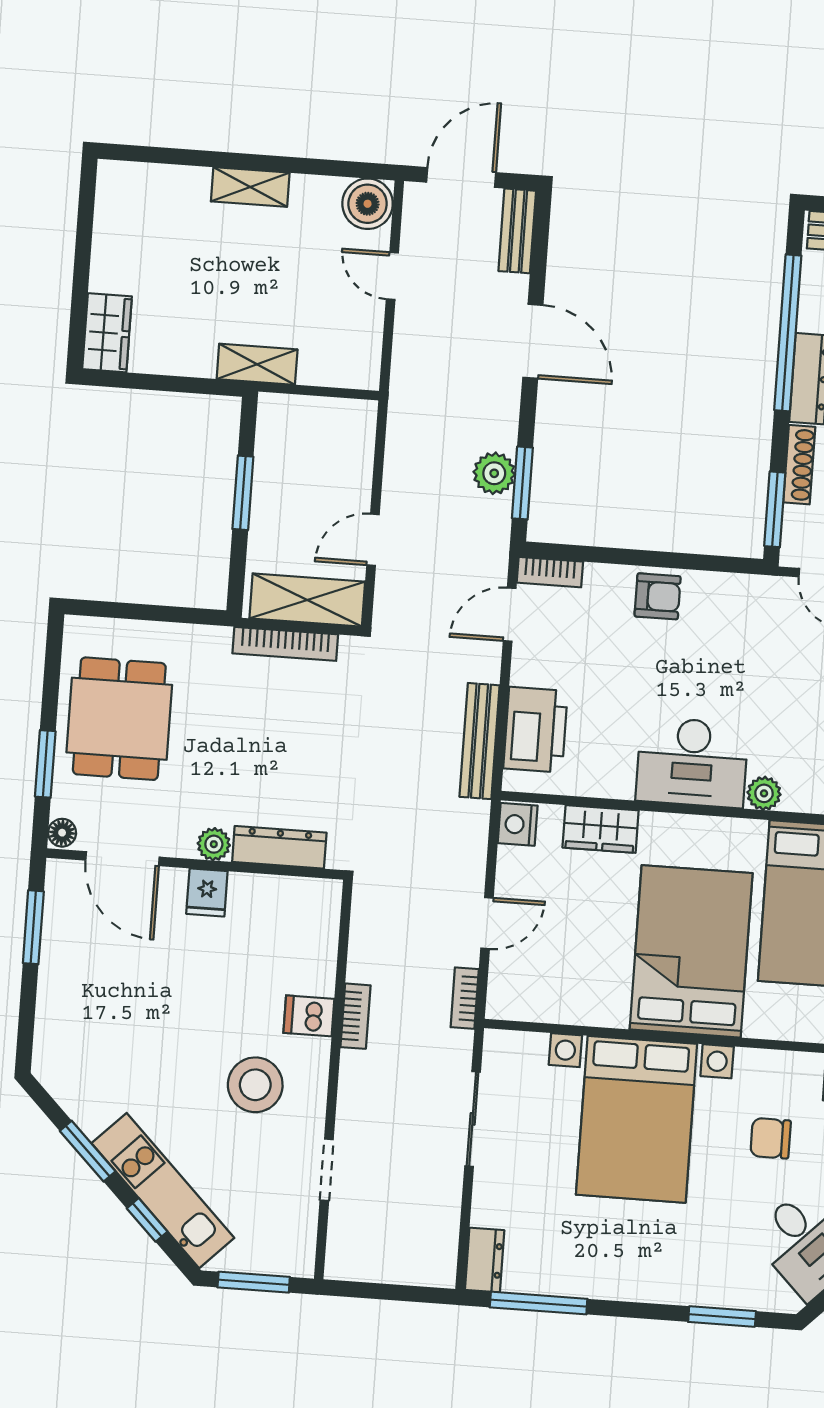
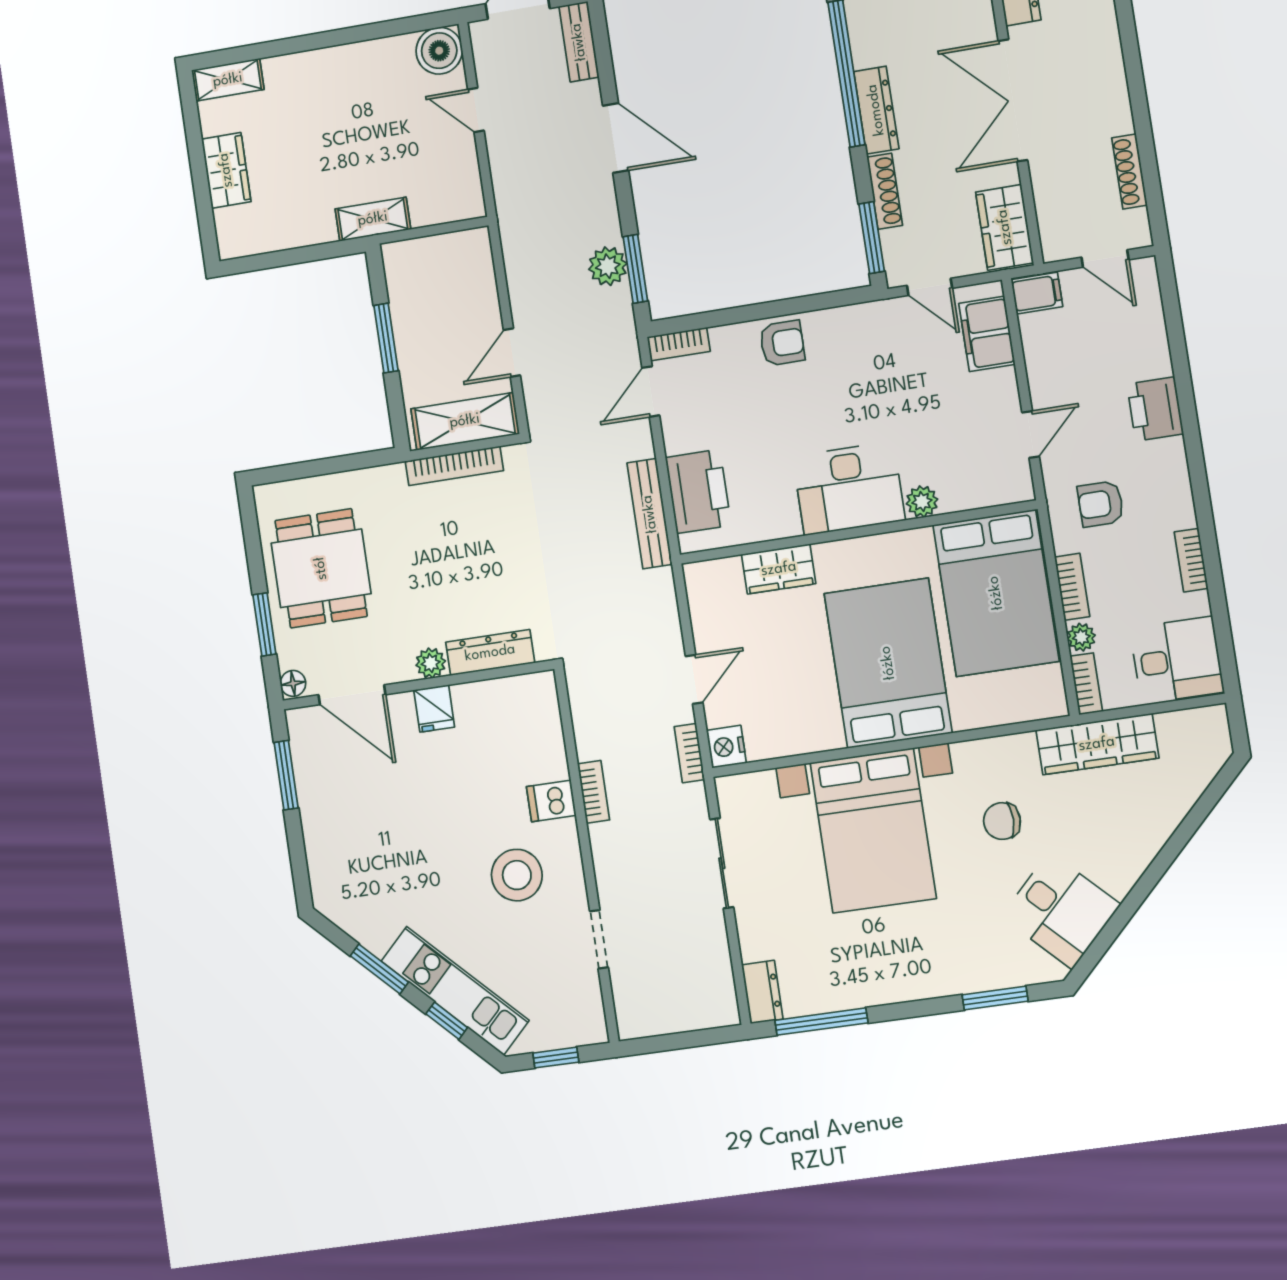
shelving: (250, 187) -> (228, 80), moved
wardrobe: (107, 333) -> (226, 170), moved
nightstand: (518, 824) -> (726, 747), moved
window: (254, 1282) -> (556, 1058), width x0.67

